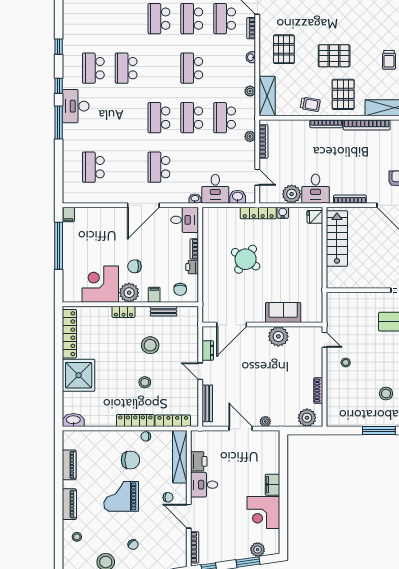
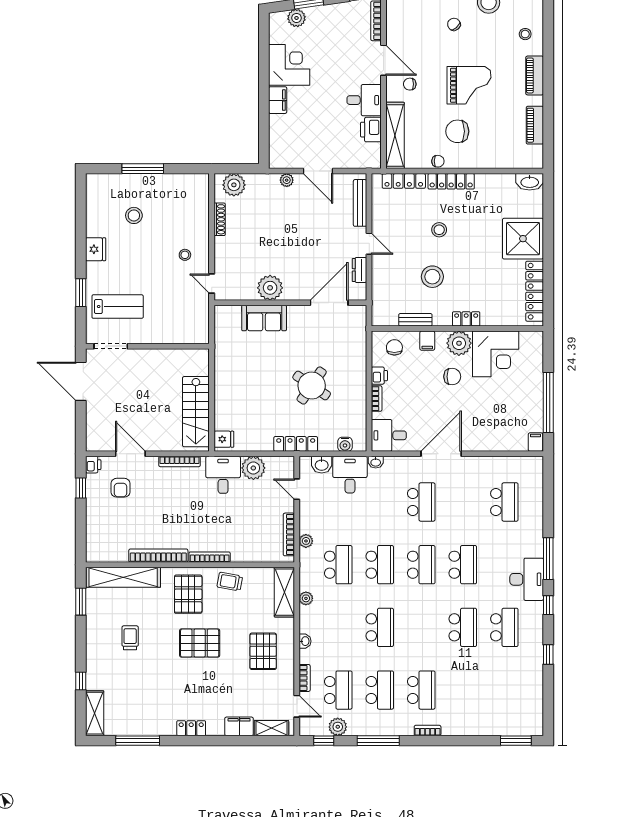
school desk: (126, 118) -> (463, 565), added
water cooler: (283, 213) -> (345, 444), moved

